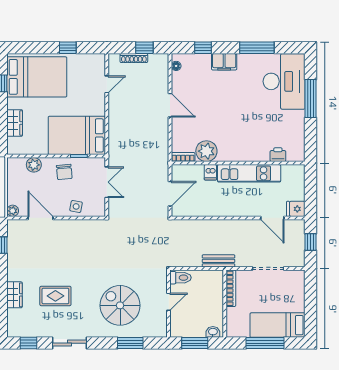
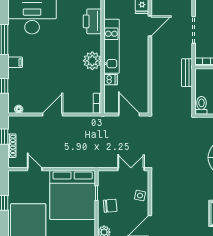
filing cabinet: (224, 62) -> (15, 62), width x0.50
bed: (77, 135) -> (73, 195), width x1.36
plant: (206, 151) -> (92, 61), moved
printer: (278, 155) -> (92, 21), width x1.87, depth x1.48
double door: (107, 182) -> (131, 169), moved

